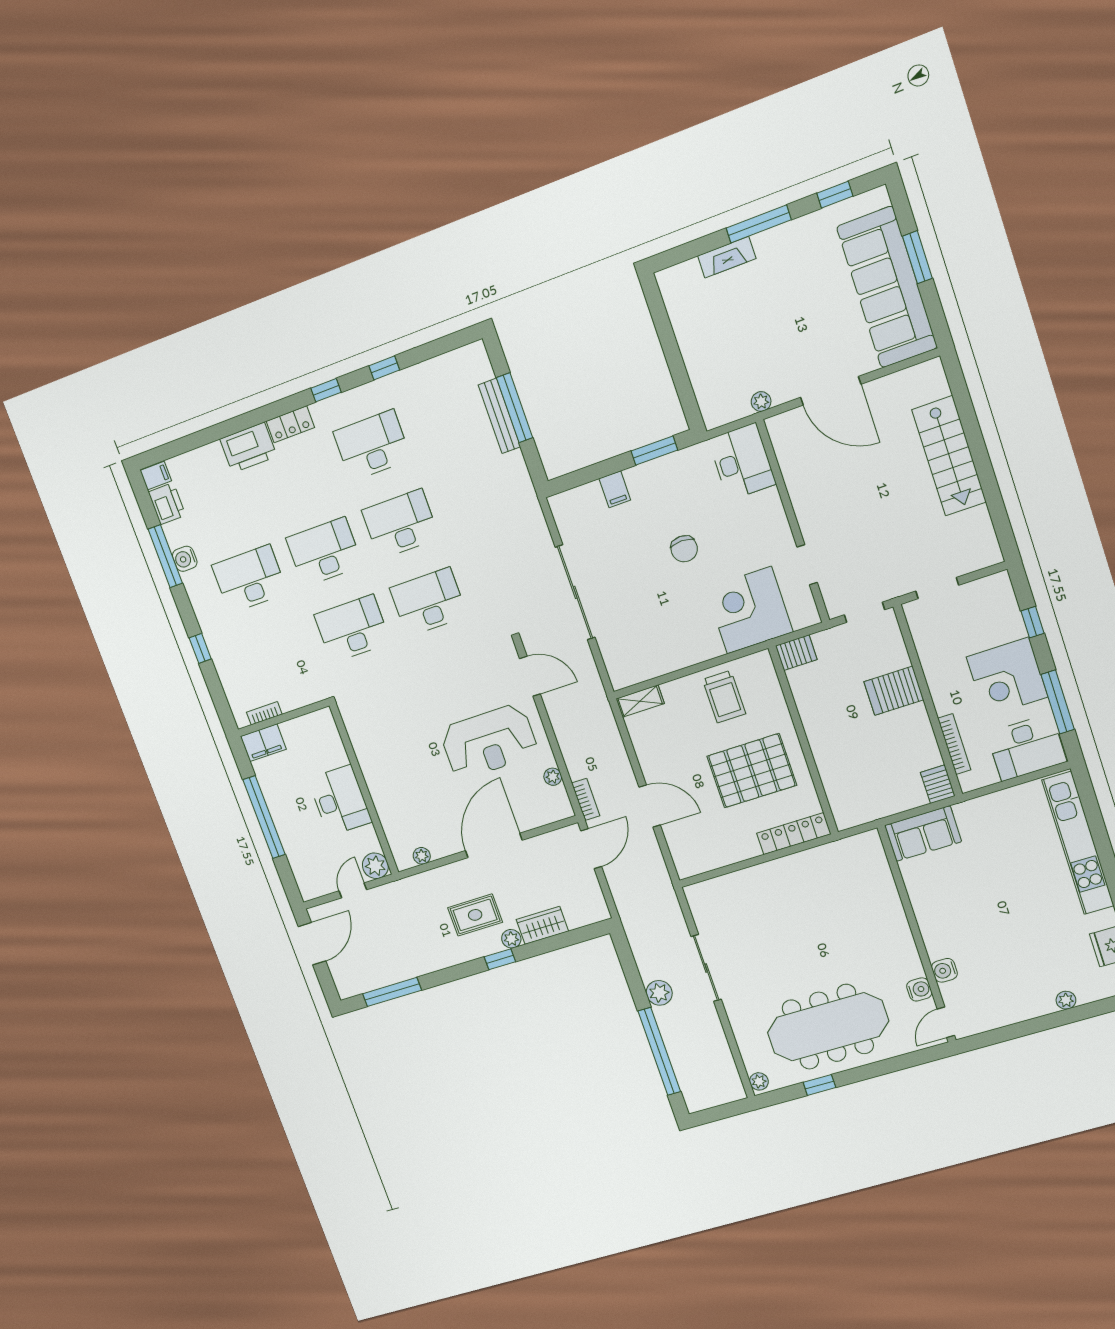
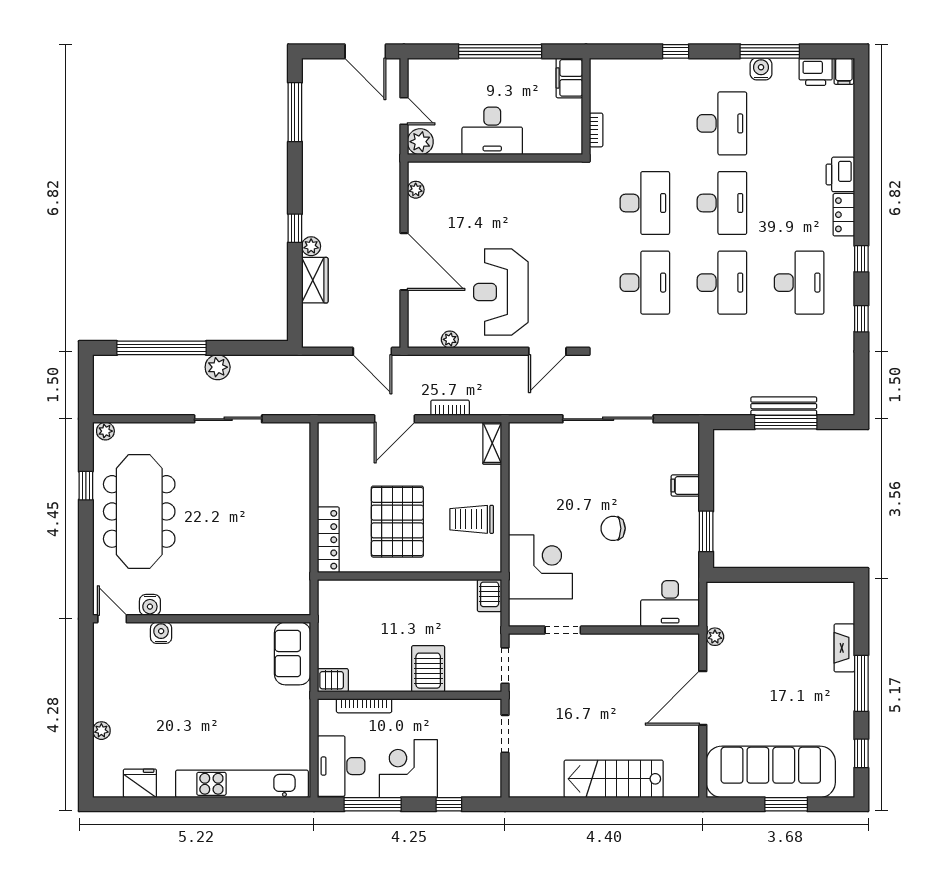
printer: (248, 448) -> (840, 174), width x0.73, depth x0.84
bookcase: (264, 713) -> (596, 130), moved
bookcase: (586, 799) -> (450, 408), moved, turned 180
rug: (475, 915) -> (344, 220), removed

